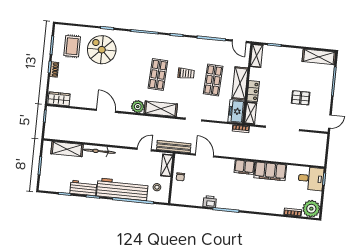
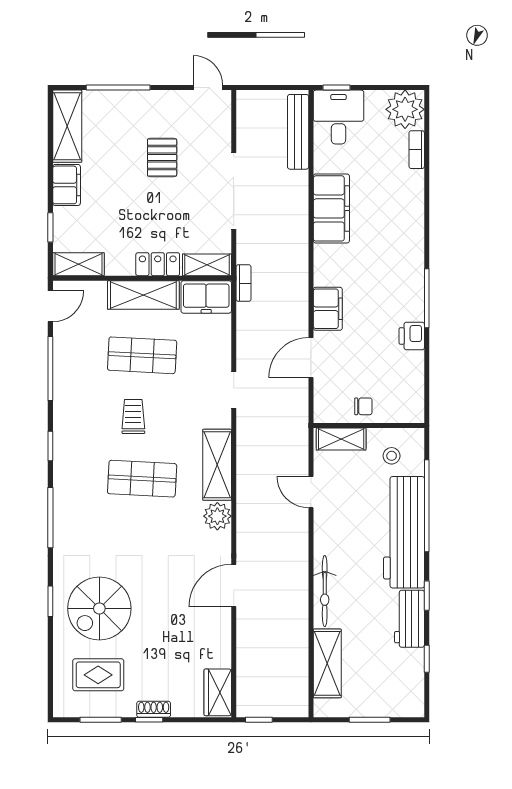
filing cabinet: (293, 54) -> (67, 185), added
bench: (174, 147) -> (298, 132), moved
filing cabinet: (244, 167) -> (328, 309), moved

